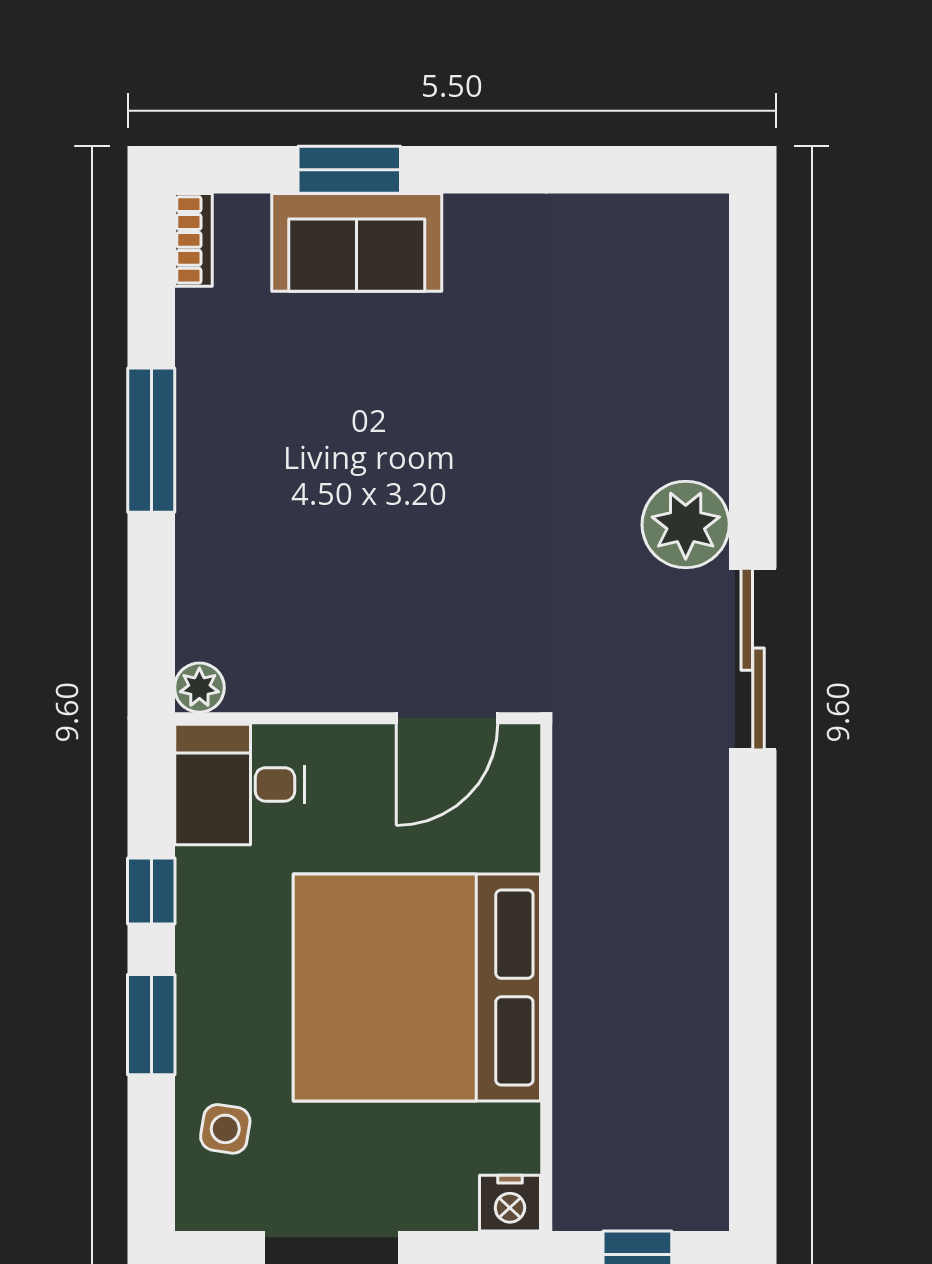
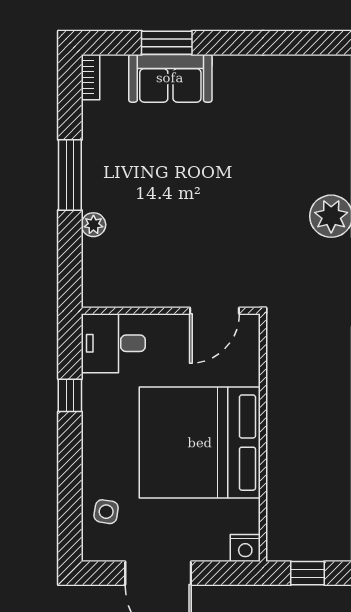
plant: (199, 688) -> (93, 225), moved
window: (151, 1025) -> (70, 461), removed

